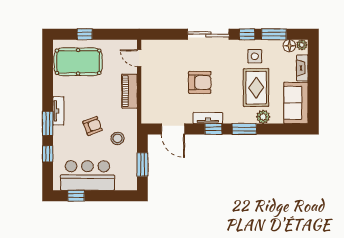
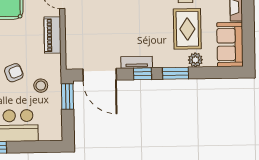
armchair: (200, 82) -> (127, 24), removed
door: (173, 129) -> (100, 75), width x1.36
window: (142, 164) -> (67, 96), moved

